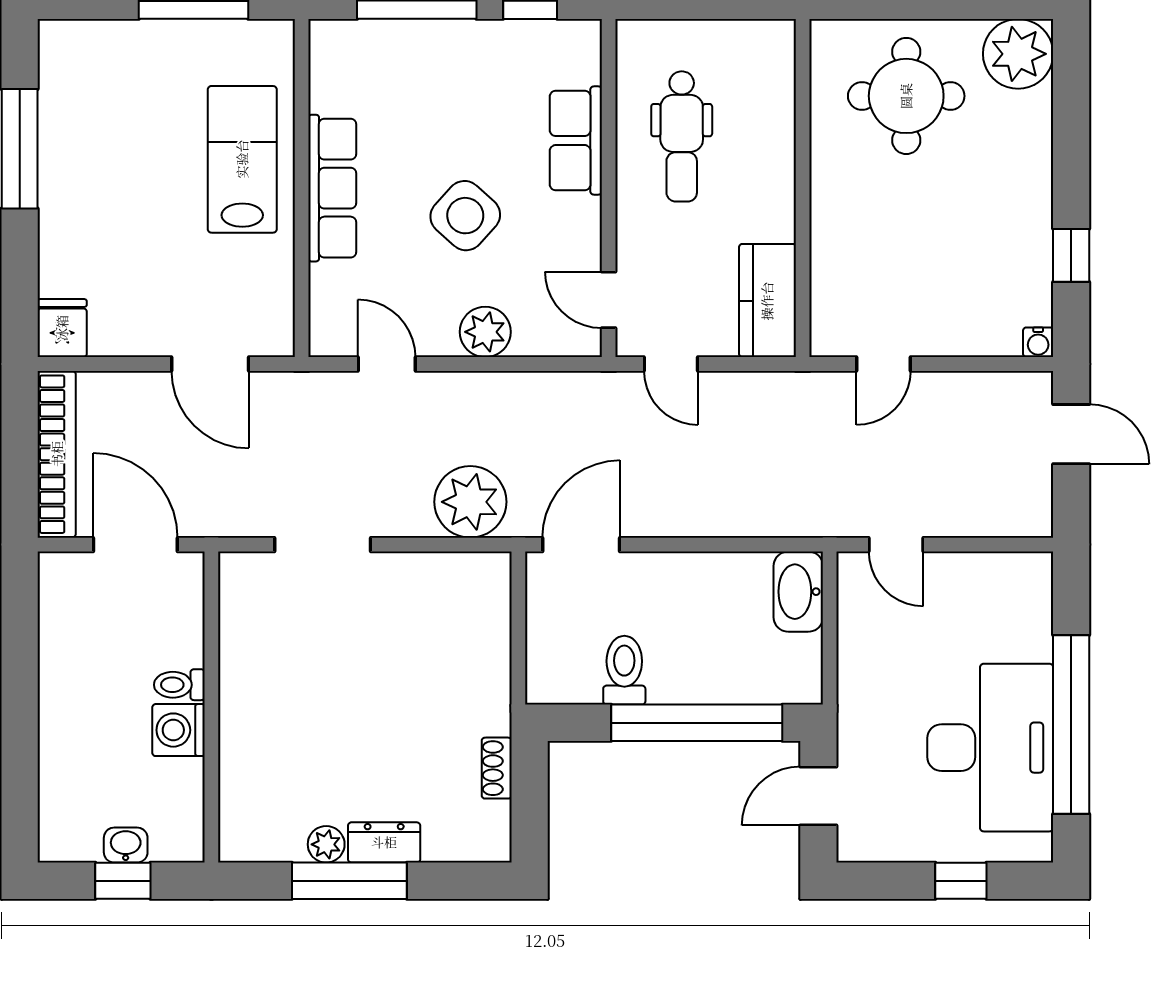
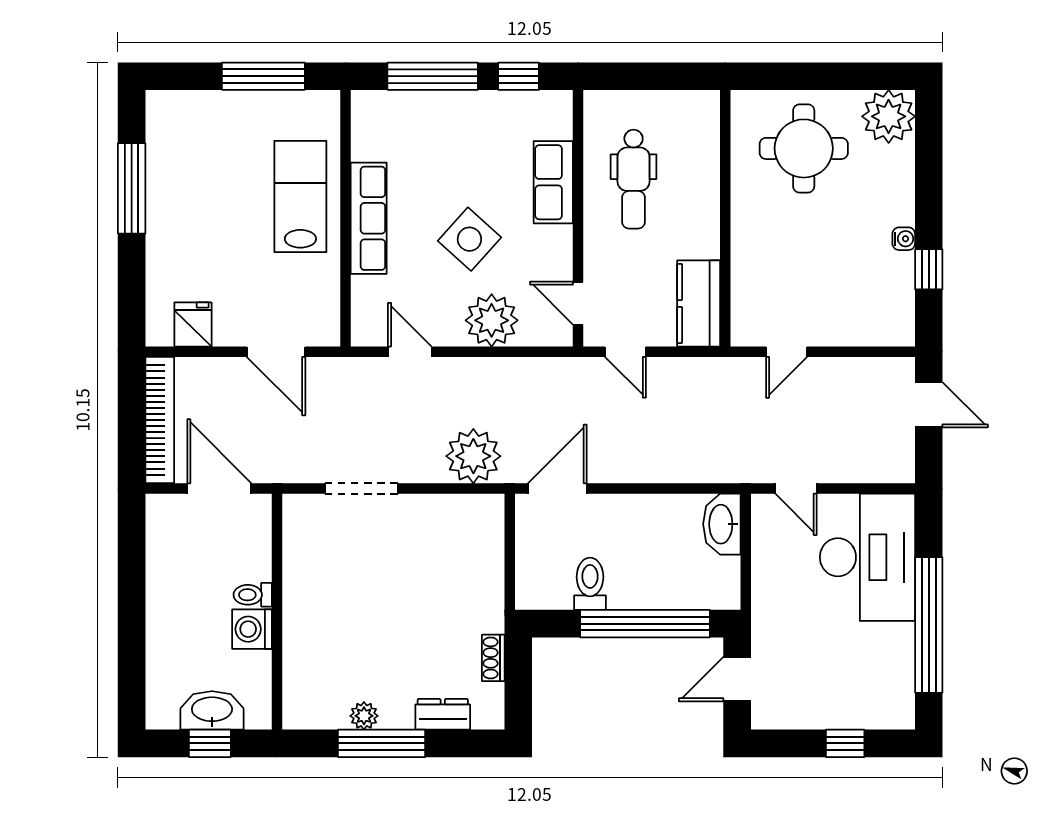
fridge: (62, 328) -> (193, 324), moved
plant: (485, 332) -> (492, 320), width x1.36, depth x1.36
water cooler: (1038, 342) -> (904, 239), moved, turned -90
desk: (990, 748) -> (867, 557), moved
dresser: (384, 842) -> (443, 714), moved
washbasin: (126, 845) -> (212, 710), width x1.91, depth x1.45

